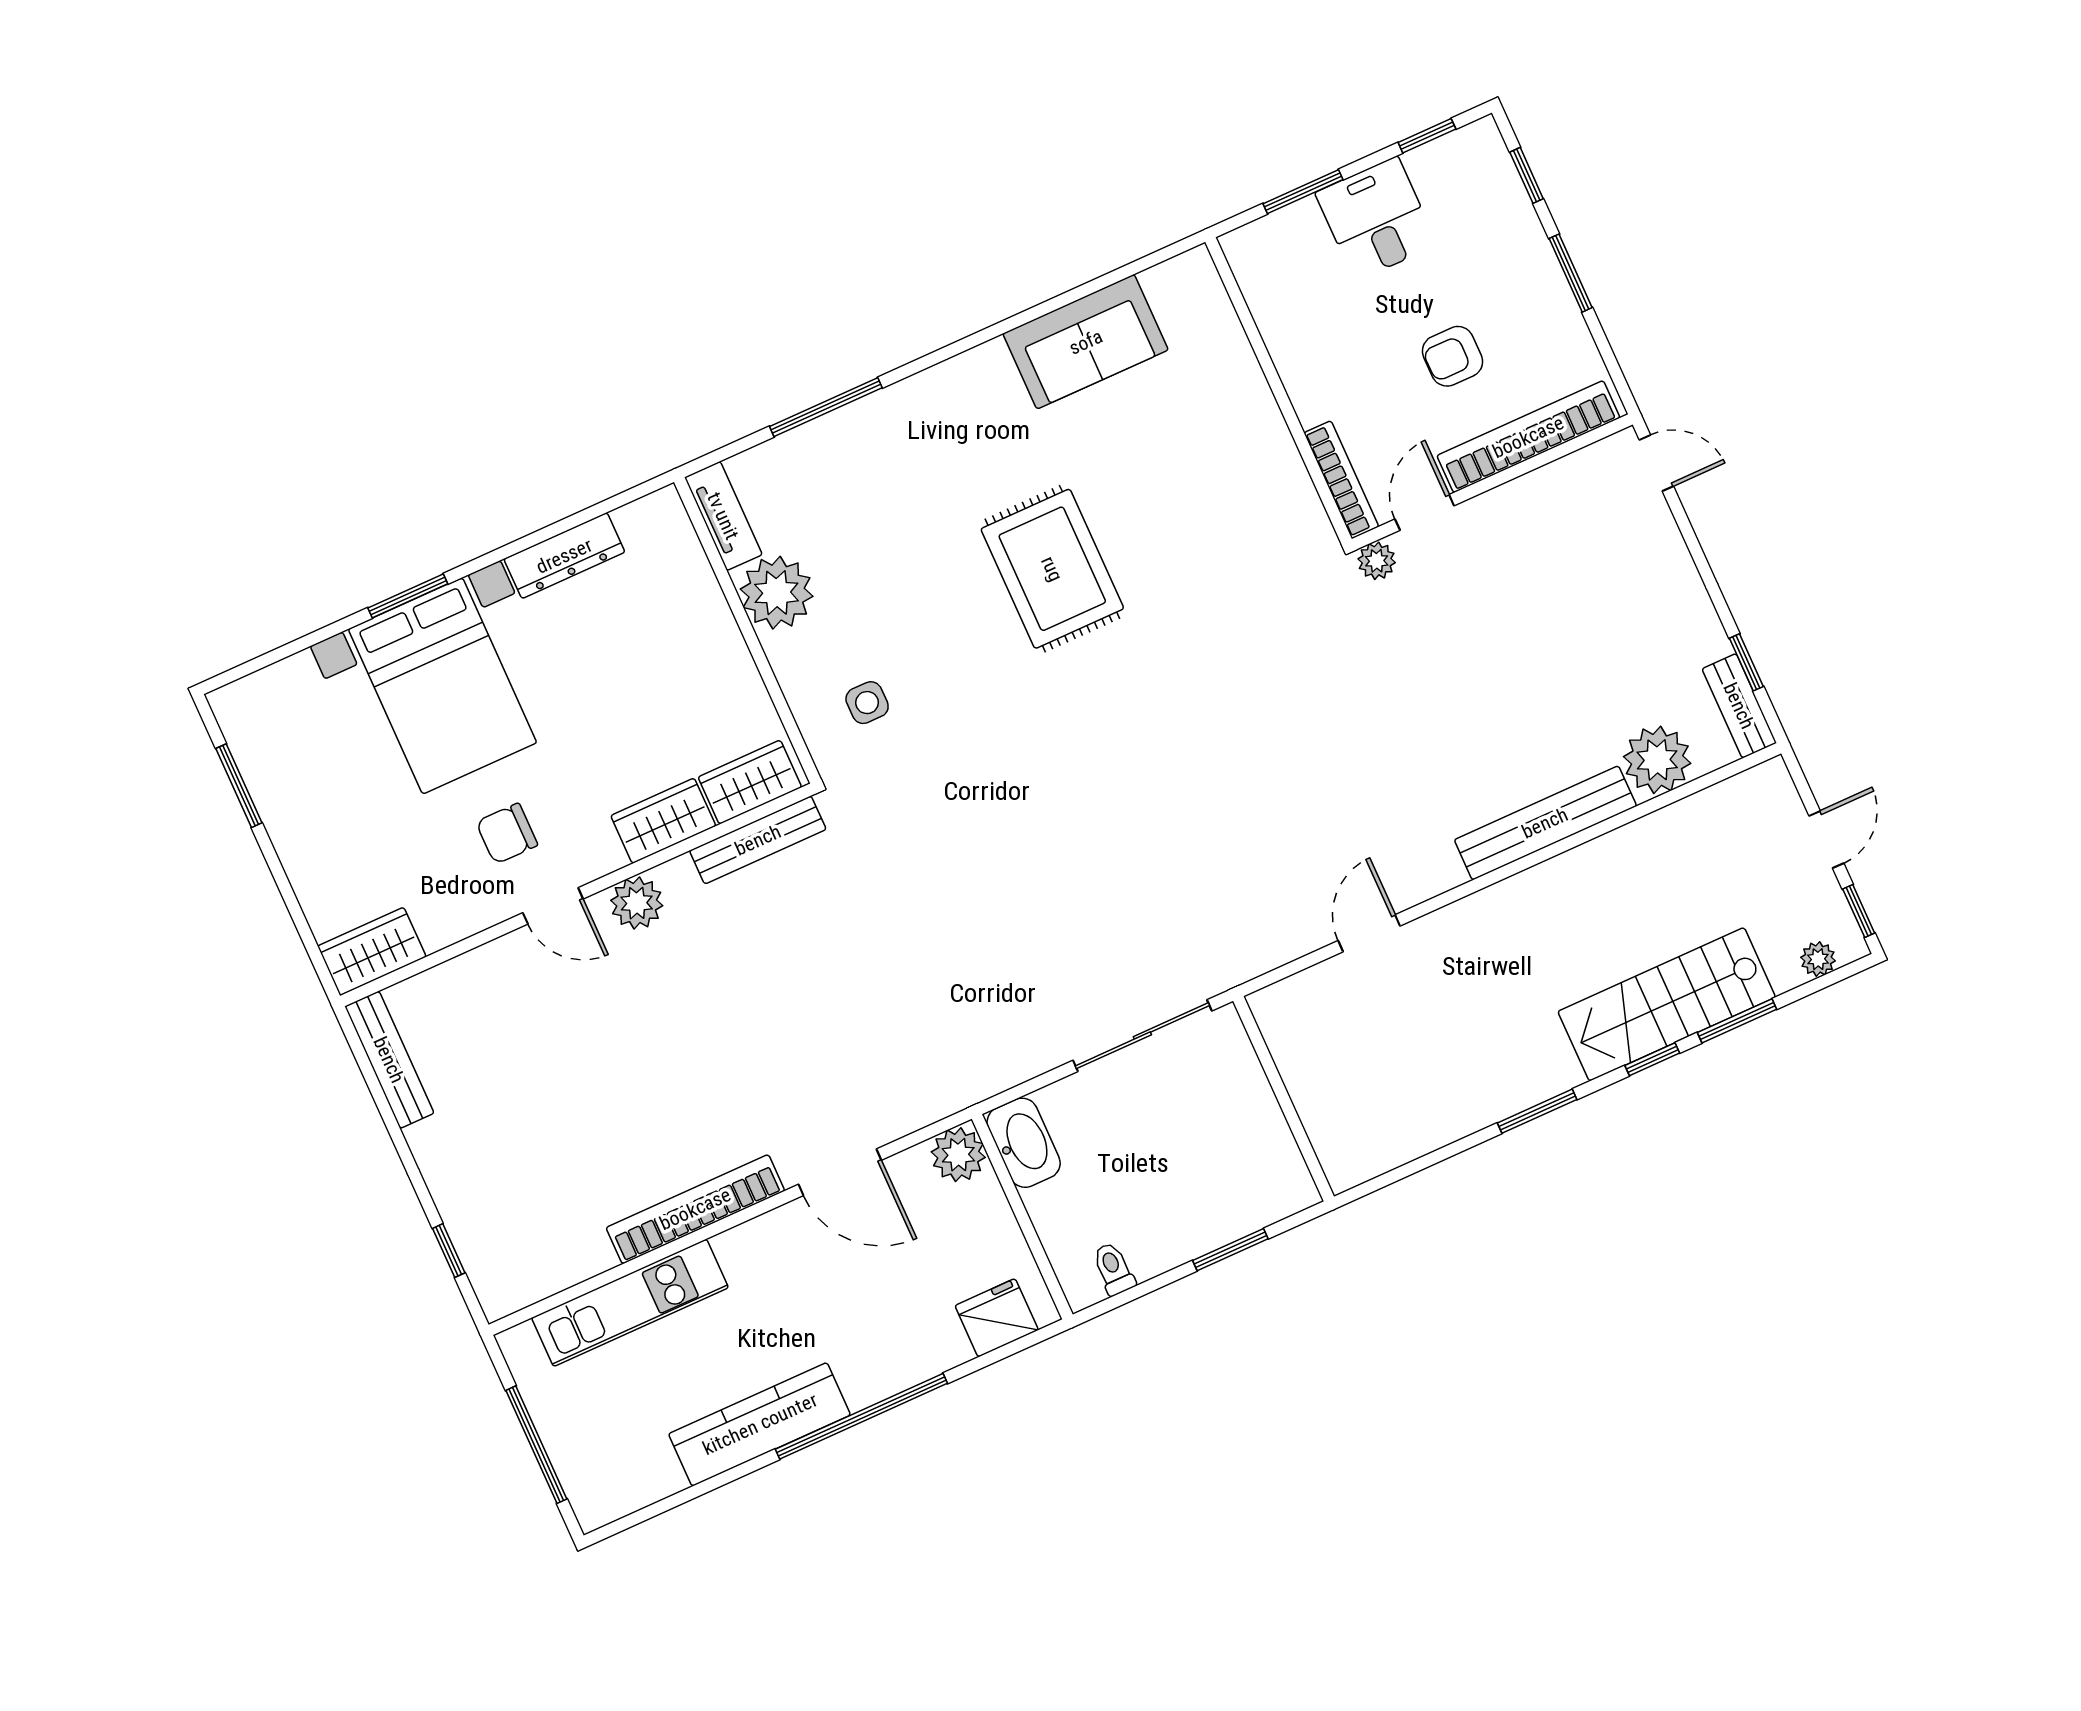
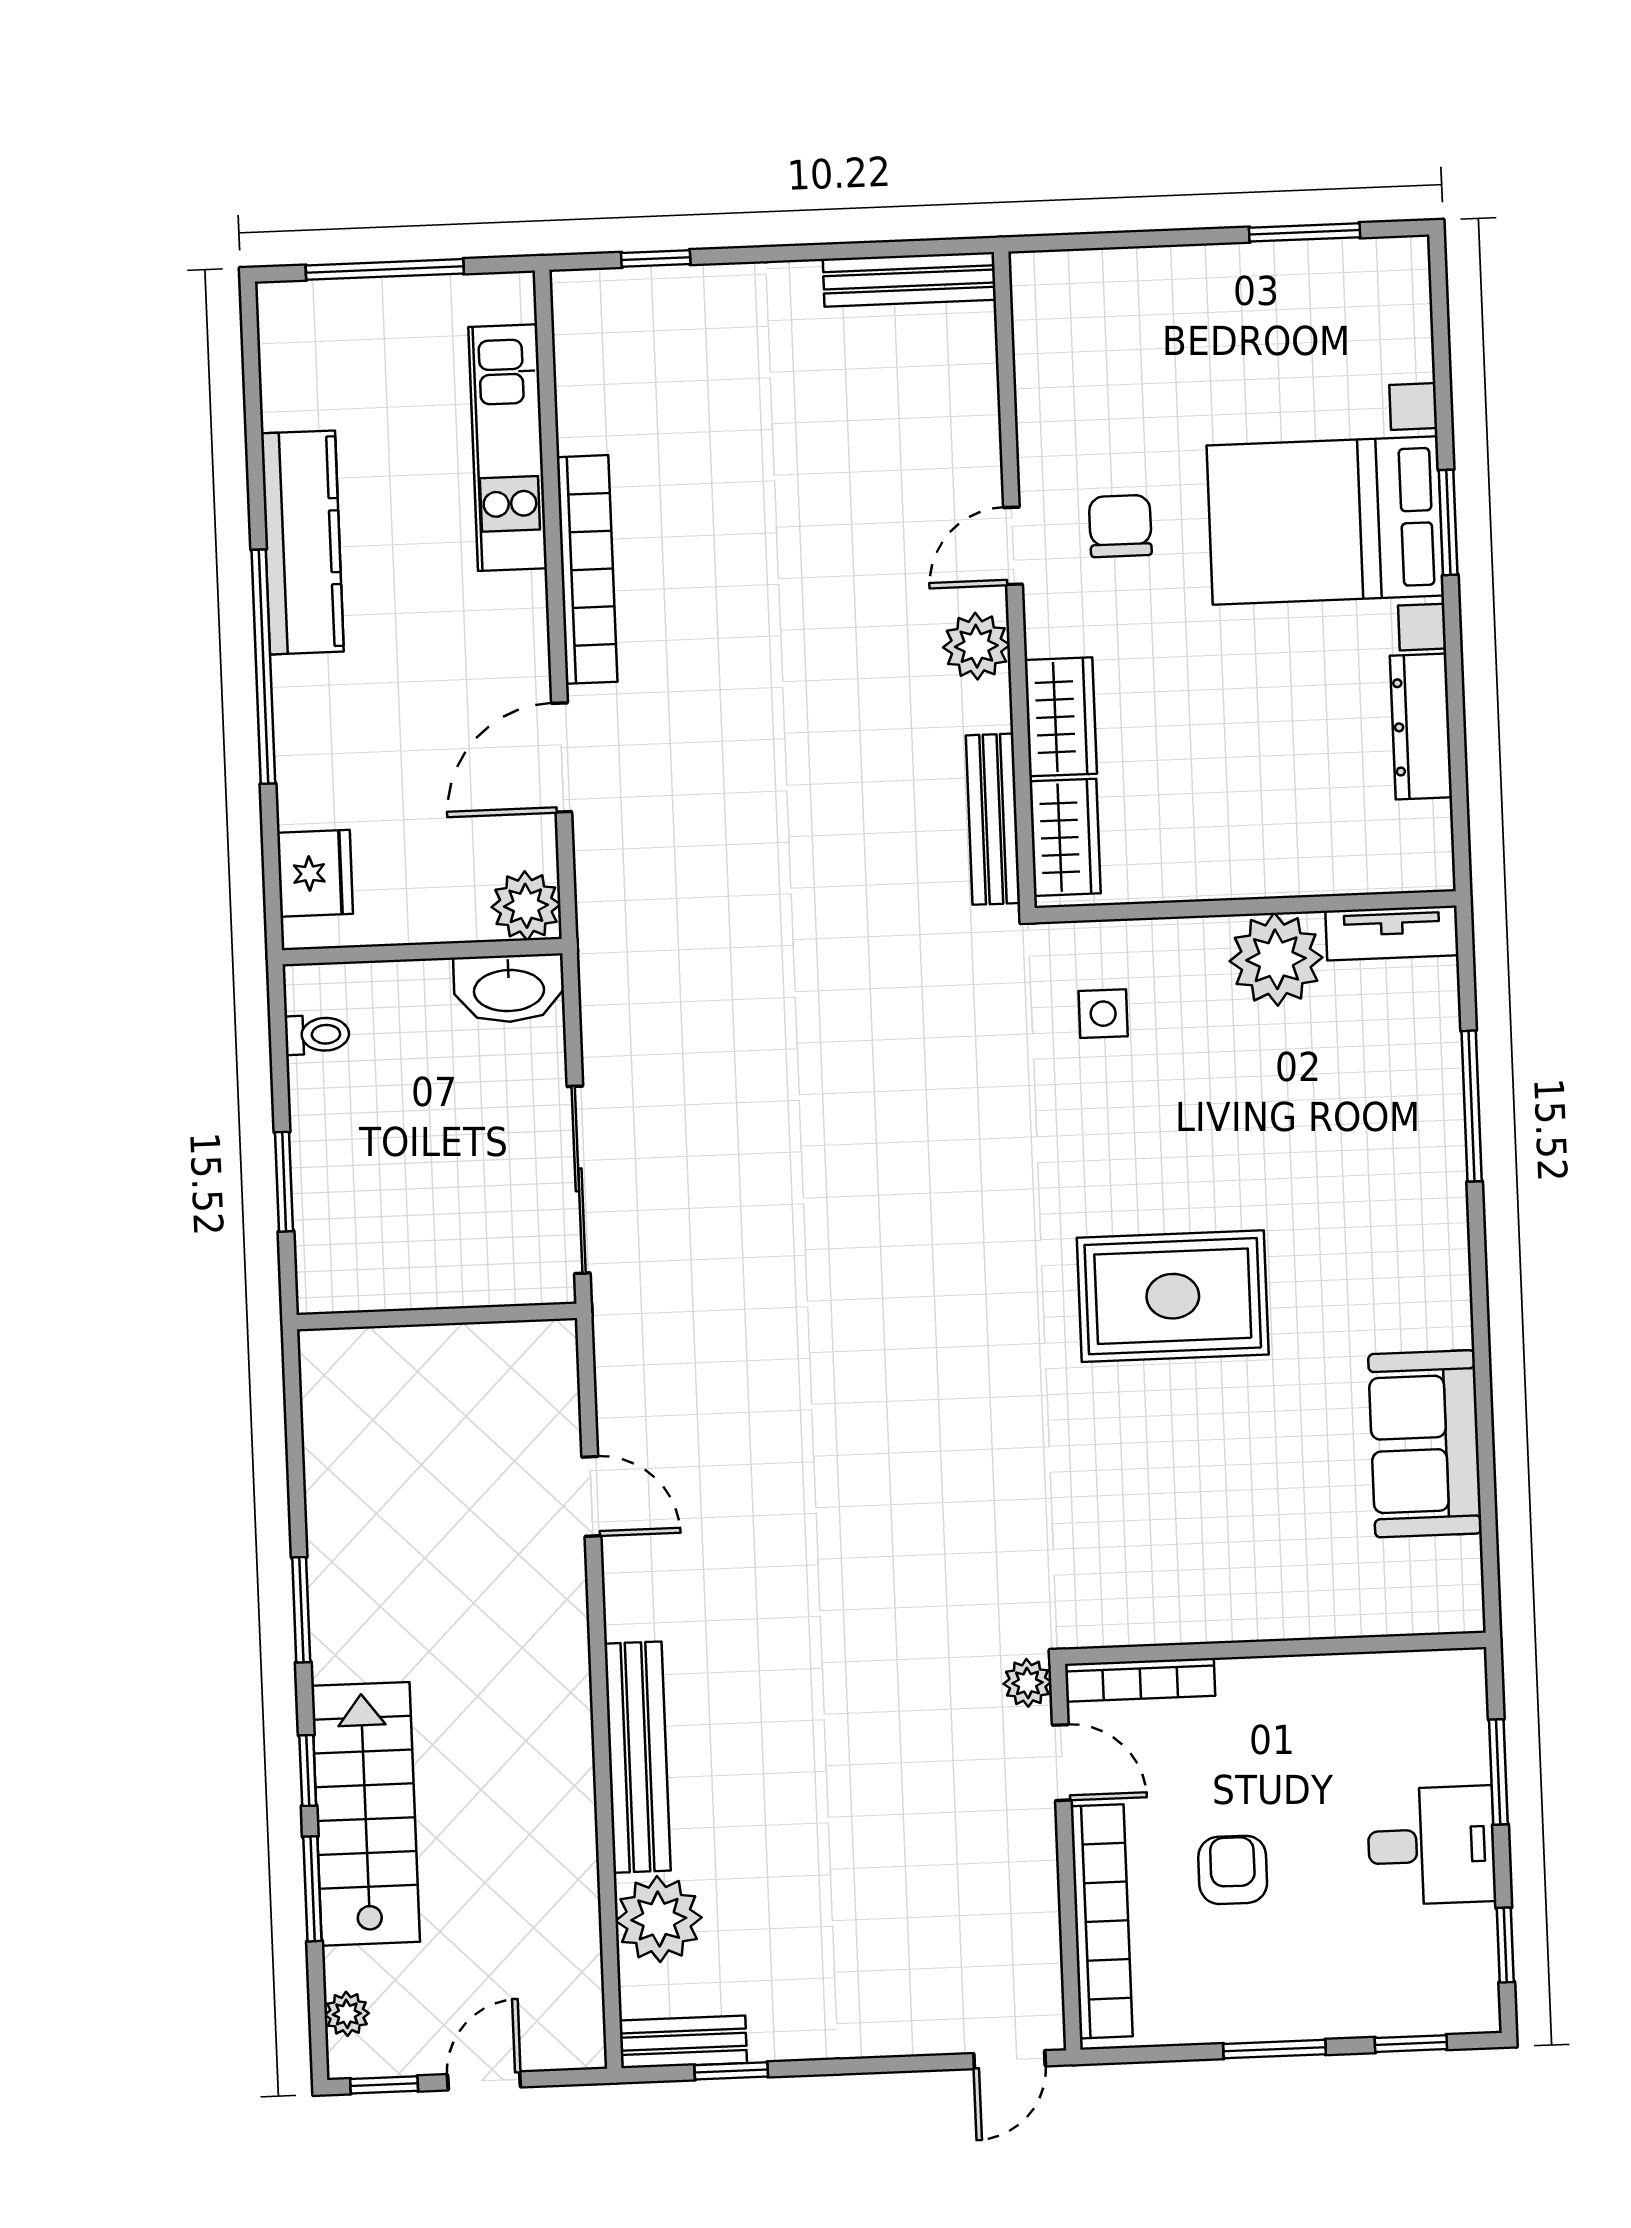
door: (1826, 839) -> (484, 2081), swing flipped
wardrobe: (372, 951) -> (1046, 310), removed

